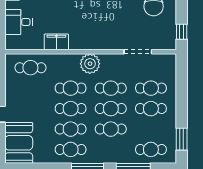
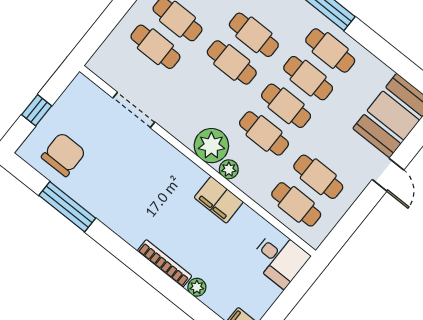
desk: (19, 22) -> (279, 258), moved
window: (182, 32) -> (37, 110), moved
filing cabinet: (56, 42) -> (219, 200), moved
plant: (74, 59) -> (229, 169), added
cafe table: (111, 88) -> (318, 177), moved

